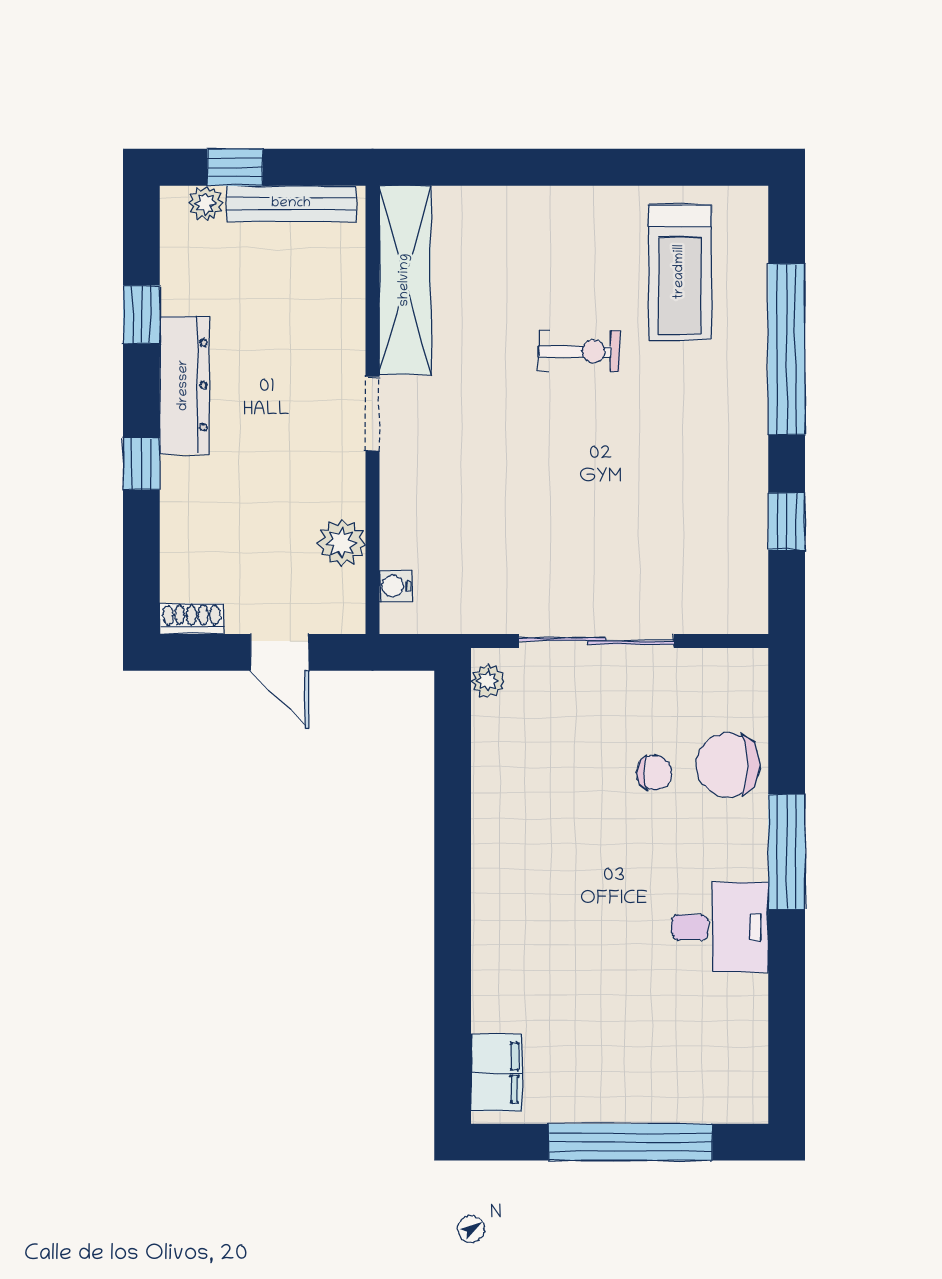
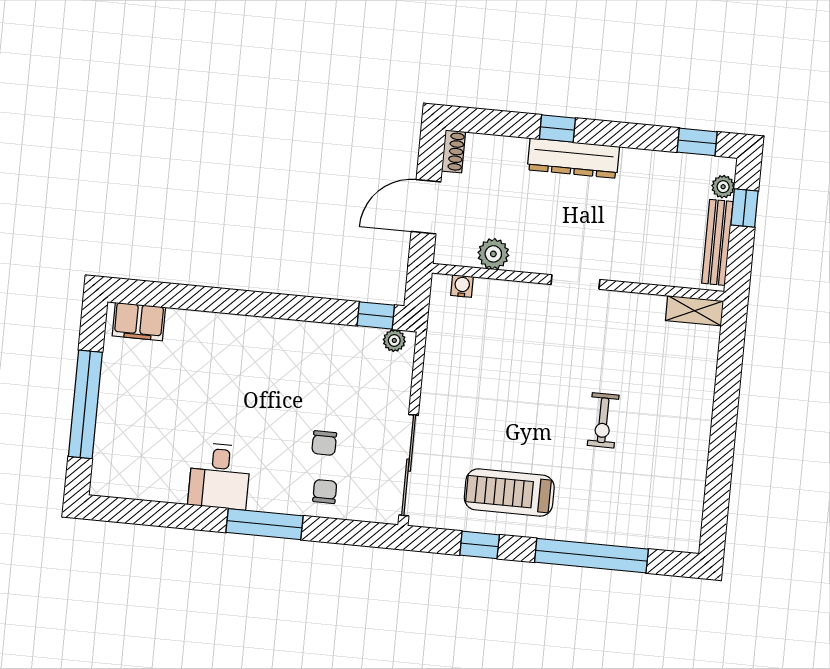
treadmill: (680, 272) -> (509, 493), moved
shelving: (405, 280) -> (694, 311), width x0.45, depth x0.75
window: (141, 315) -> (697, 142), moved
dresser: (184, 385) -> (573, 158), moved
sliding door: (596, 641) -> (409, 465), moved
door: (280, 652) -> (426, 207), width x1.38
window: (453, 713) -> (376, 315), added
chair: (728, 765) -> (325, 491), width x0.54, depth x0.54

